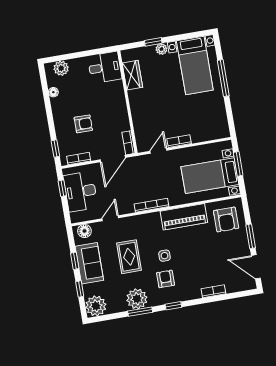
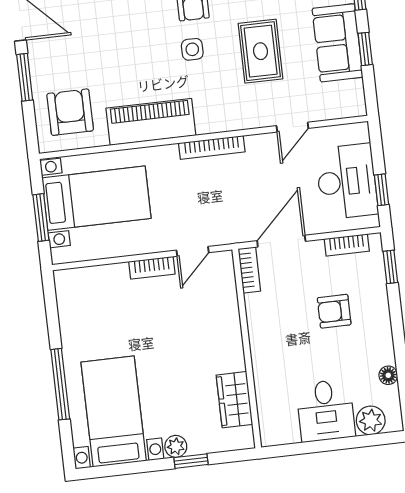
desk: (105, 67) -> (326, 411), moved, turned -90
floor lamp: (84, 231) -> (343, 105), removed

